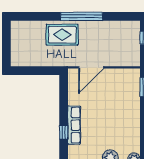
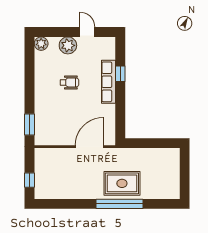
window: (82, 16) -> (119, 204), moved
wheelchair: (109, 124) -> (69, 82), added

